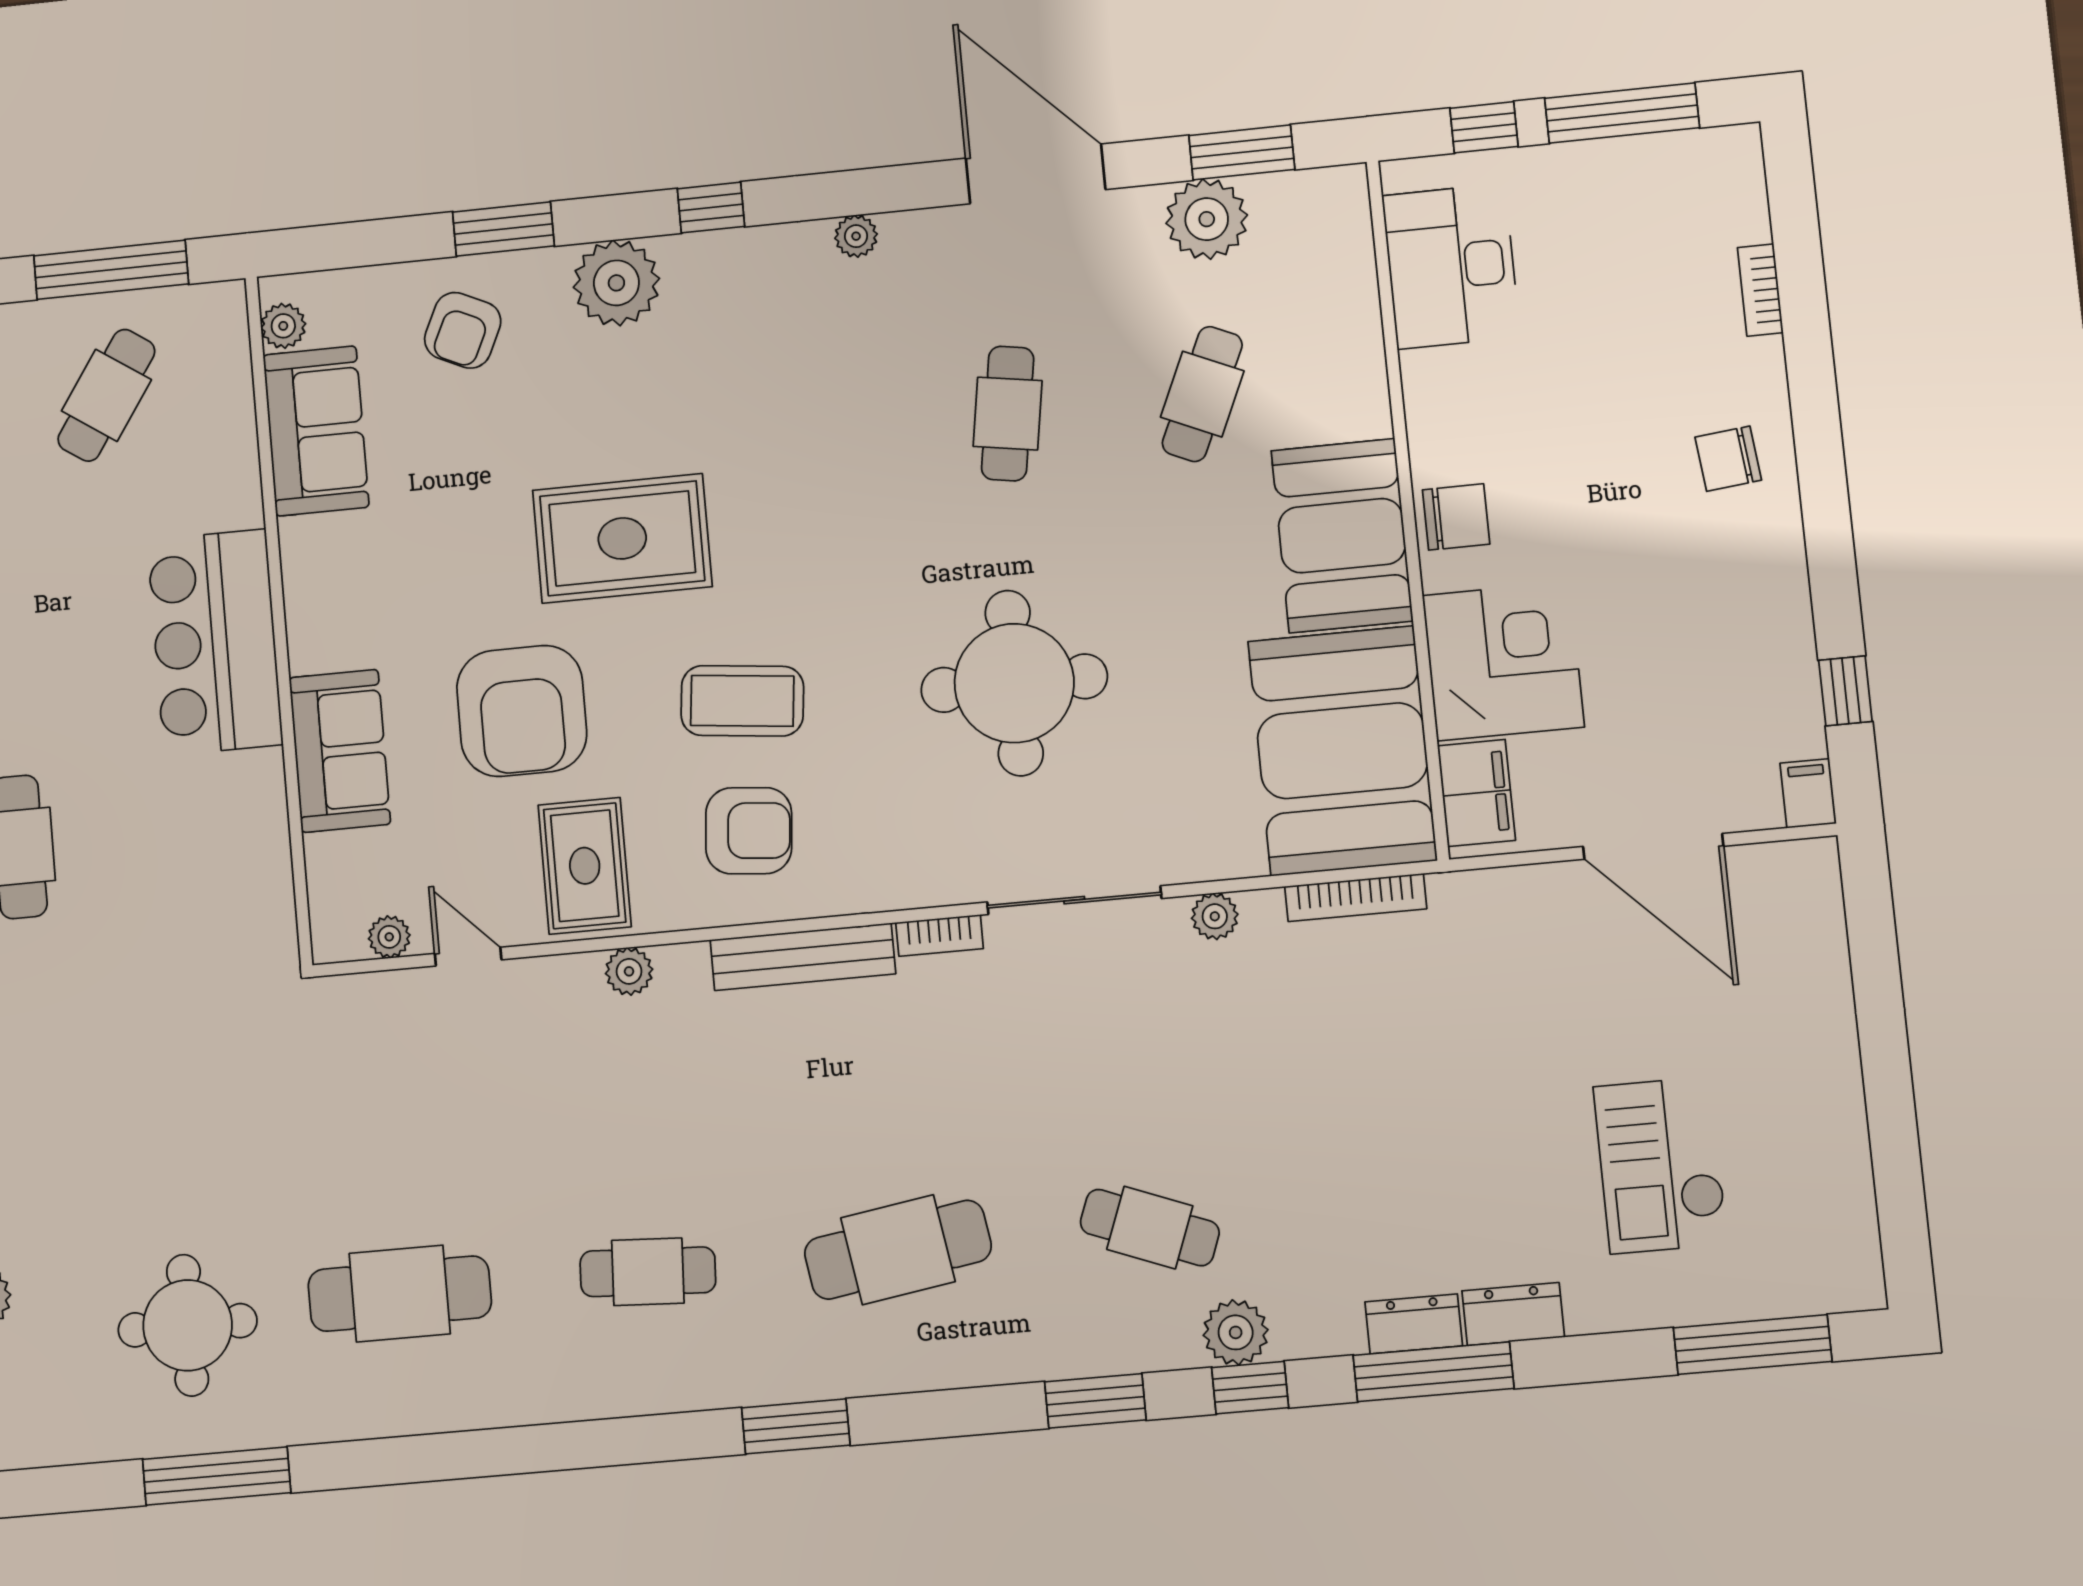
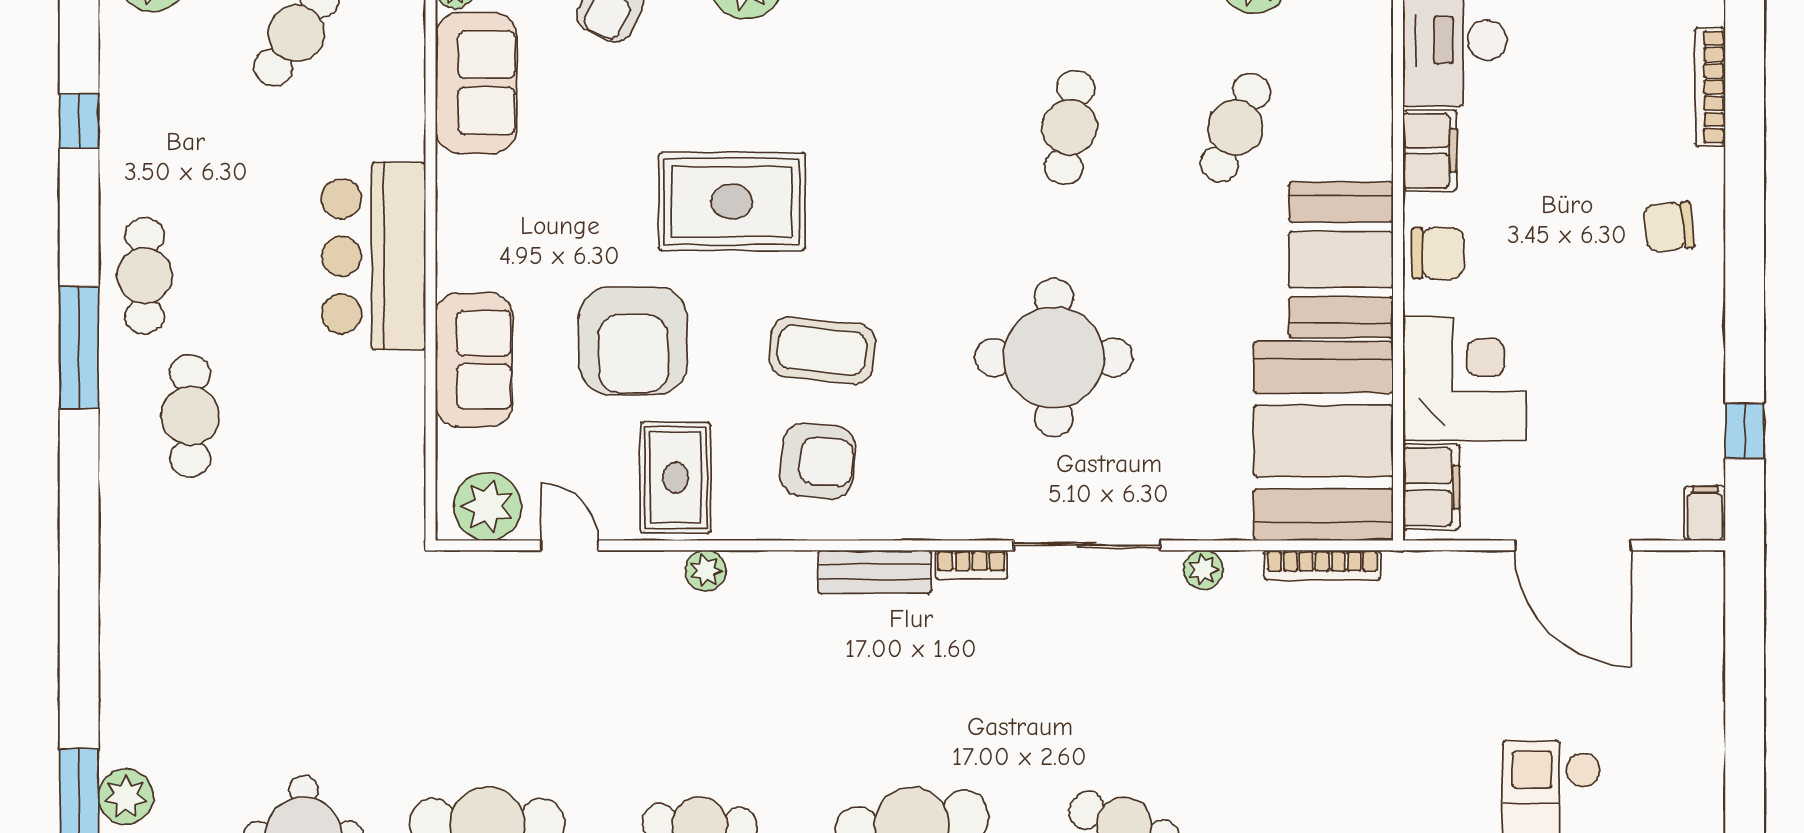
bookcase: (1760, 290) -> (1710, 87), width x1.56
filing cabinet: (1434, 398) -> (1430, 150), added
plant: (389, 937) -> (487, 507), width x1.87, depth x1.87
bench: (803, 957) -> (875, 572), width x0.73

